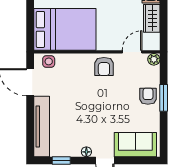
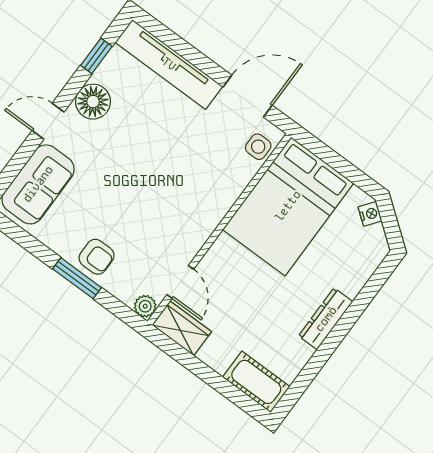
wardrobe: (152, 18) -> (182, 328), moved
armchair: (104, 66) -> (190, 224), removed
floor lamp: (86, 152) -> (93, 102), width x1.89, depth x1.89

